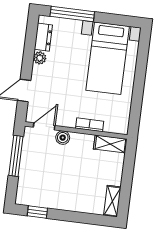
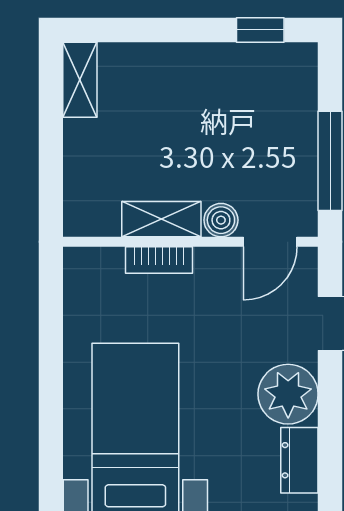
plant: (40, 58) -> (288, 394), width x1.88, depth x1.88
shelving: (110, 144) -> (161, 219), moved

